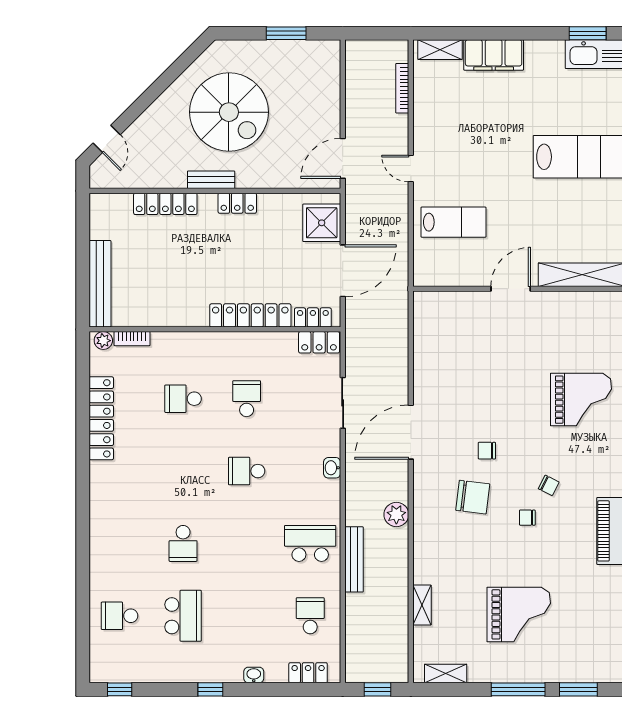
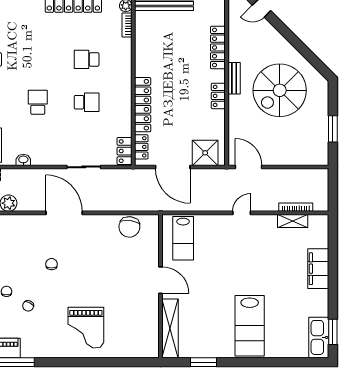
shelving: (440, 50) -> (293, 221), moved, turned 90
lab bench: (453, 222) -> (183, 238), moved
school desk: (183, 399) -> (87, 59), turned -90
washbasin: (332, 468) -> (23, 160), moved
chair: (473, 497) -> (129, 227), moved

